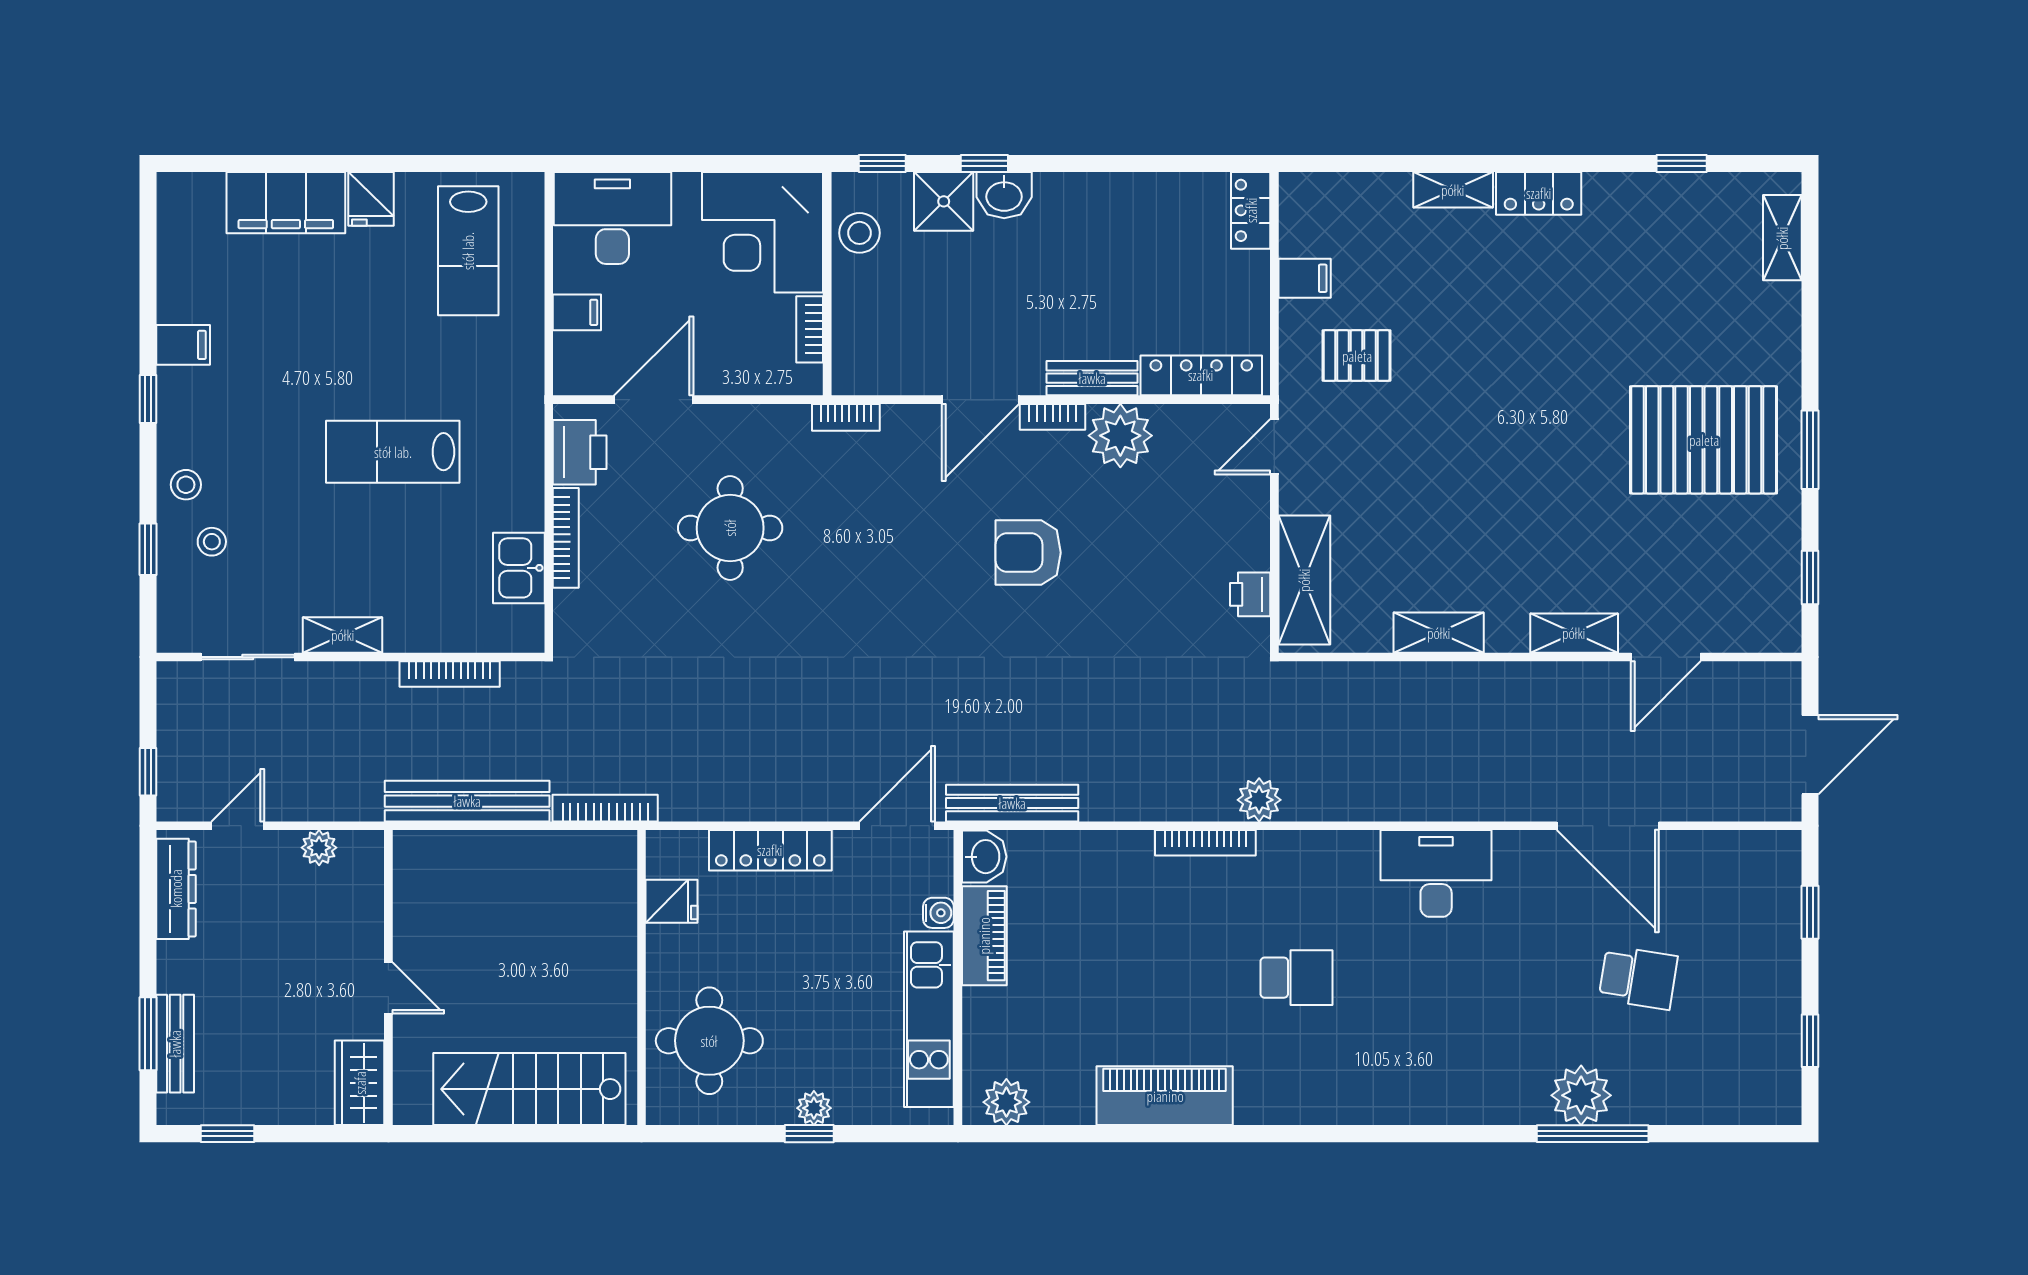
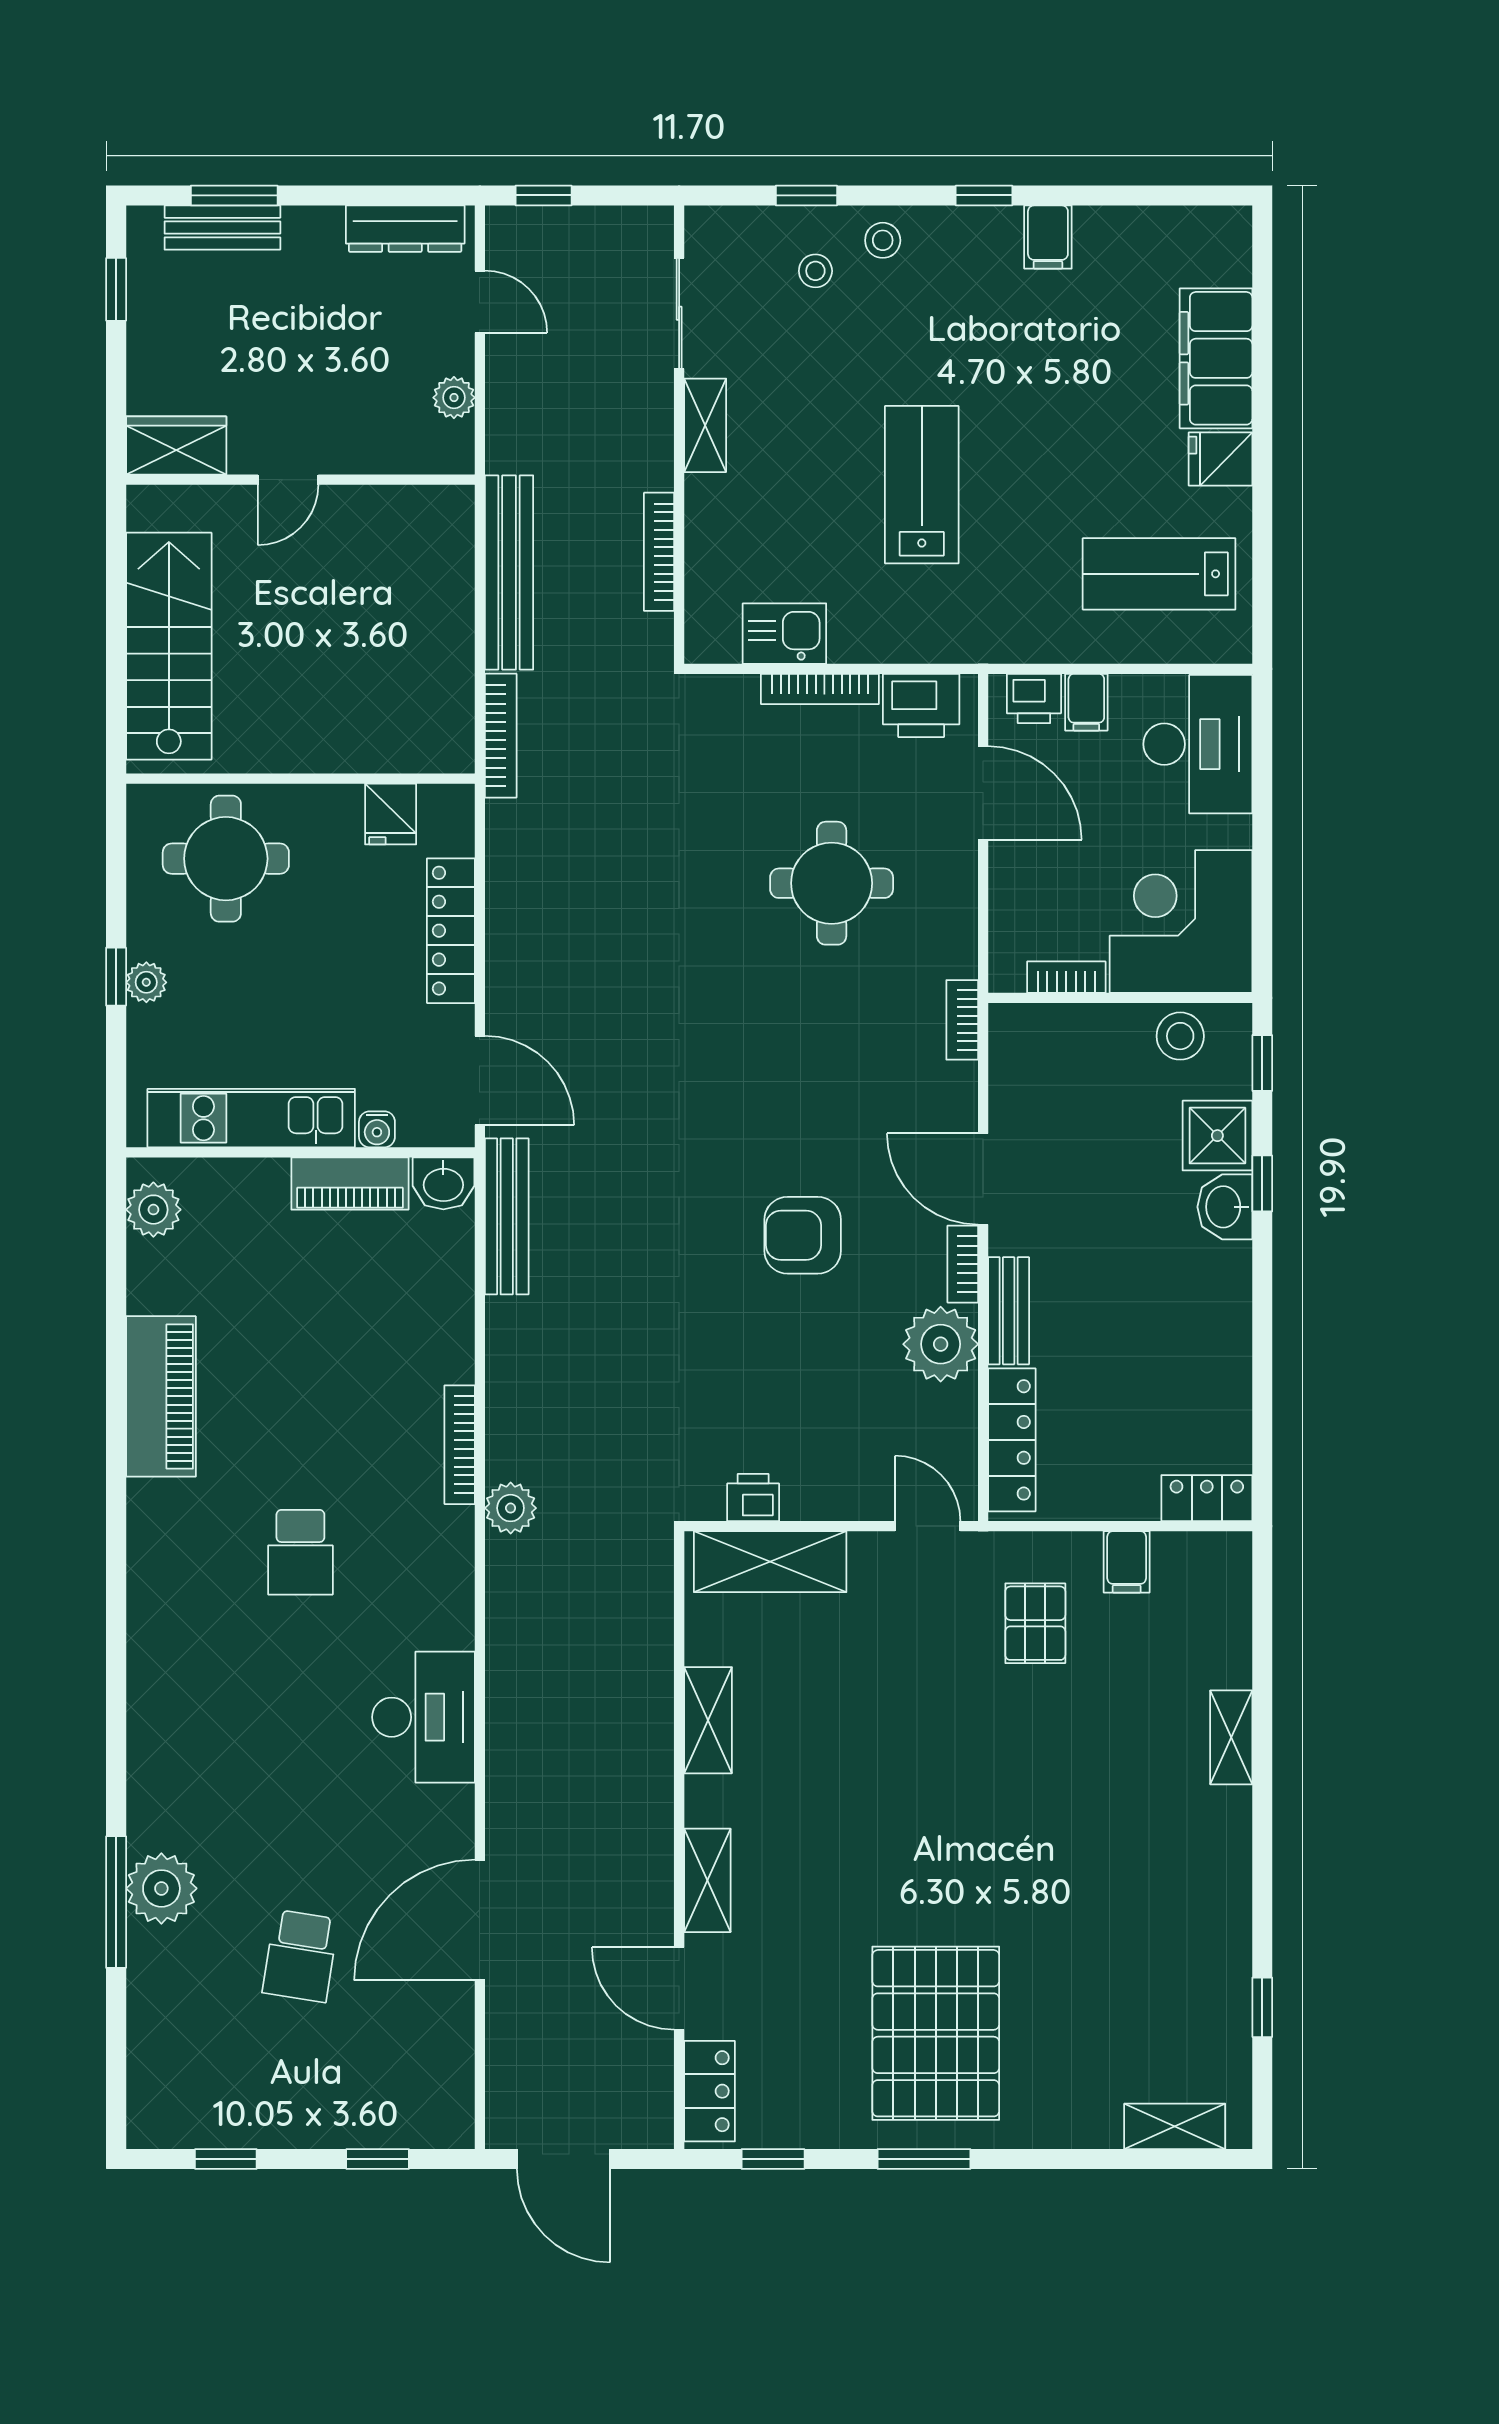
locker: (1539, 193) -> (710, 2091), moved, turned 180
printer: (574, 357) -> (1034, 699), added
armchair: (1028, 553) -> (803, 1235), turned -90

